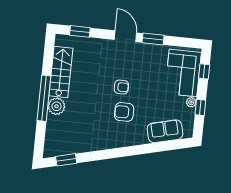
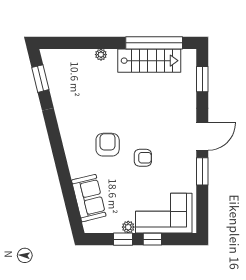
window: (204, 71) -> (152, 239), moved
armchair: (121, 87) -> (143, 158), moved, turned -90
window: (44, 98) -> (154, 43), moved
plant: (56, 106) -> (101, 55), width x0.53, depth x0.53

